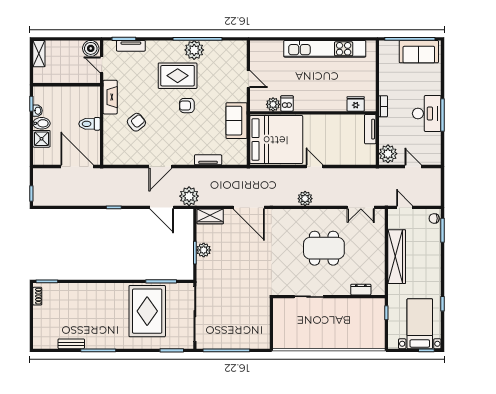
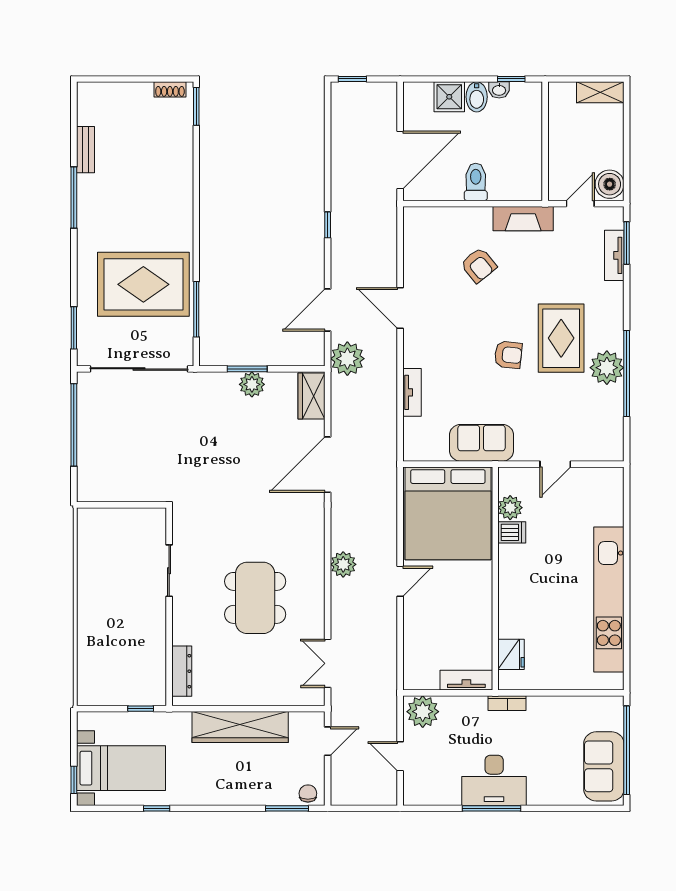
armchair: (187, 106) -> (508, 355), turned 96
door: (413, 166) -> (400, 756), swing flipped
dresser: (361, 290) -> (182, 671), width x1.44

